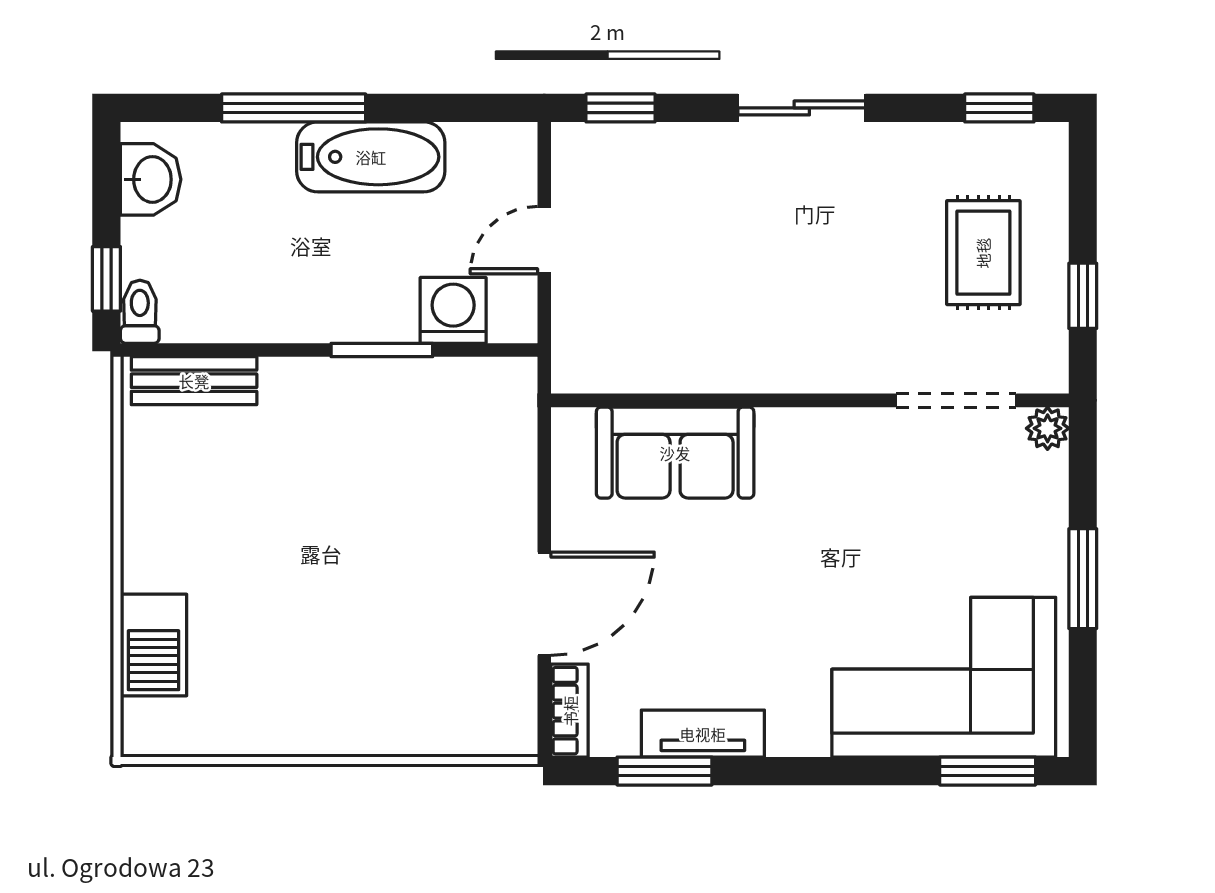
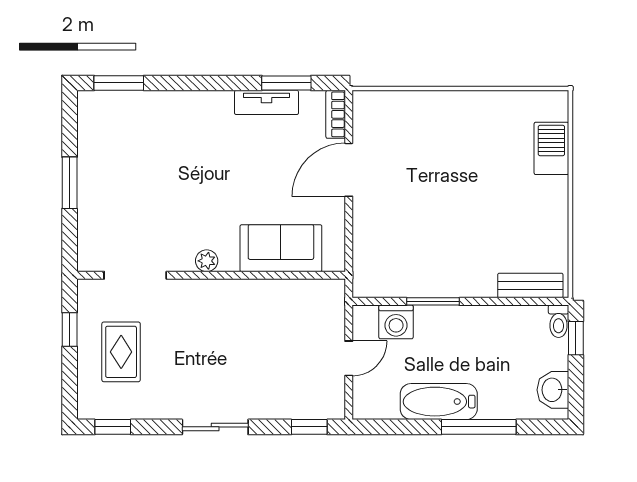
plant: (1048, 428) -> (207, 261), moved
corner sofa: (944, 677) -> (142, 132), removed

